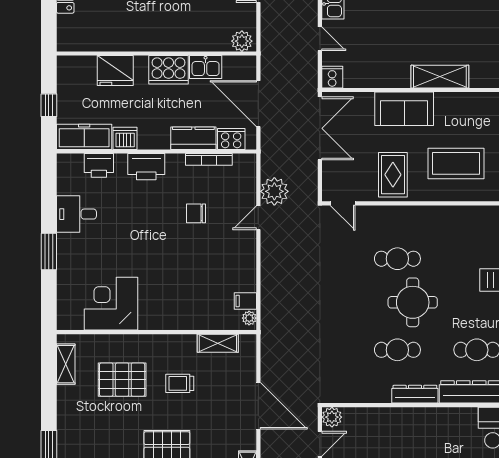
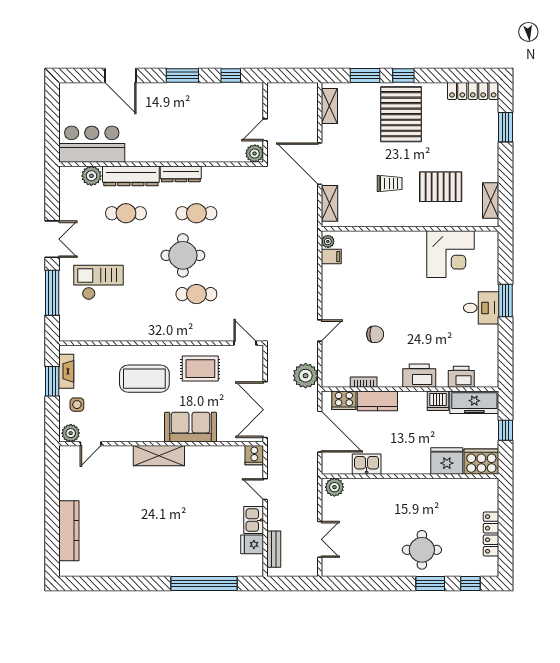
cooker: (169, 70) -> (481, 462), moved
bookcase: (209, 159) -> (364, 382), width x0.64
rug: (393, 175) -> (200, 369), turned 90
plant: (274, 191) -> (306, 376), moved
desk: (76, 214) -> (481, 308), moved
shelving: (218, 343) -> (330, 203), moved, turned 90

